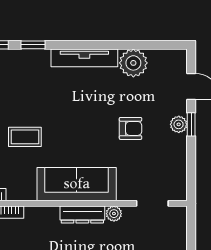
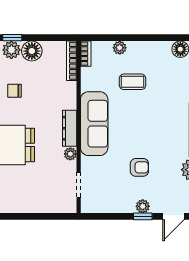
armchair: (131, 128) -> (139, 167), turned -90
coffee table: (25, 137) -> (133, 82), turned 90

